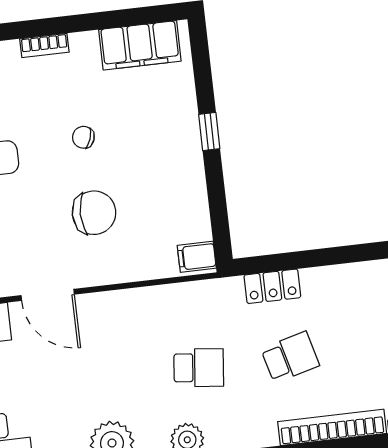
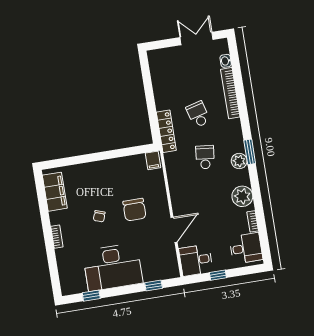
window: (209, 131) -> (94, 157), removed
chair: (94, 213) -> (134, 210), turned 180
locker: (272, 286) -> (166, 131), width x1.53

